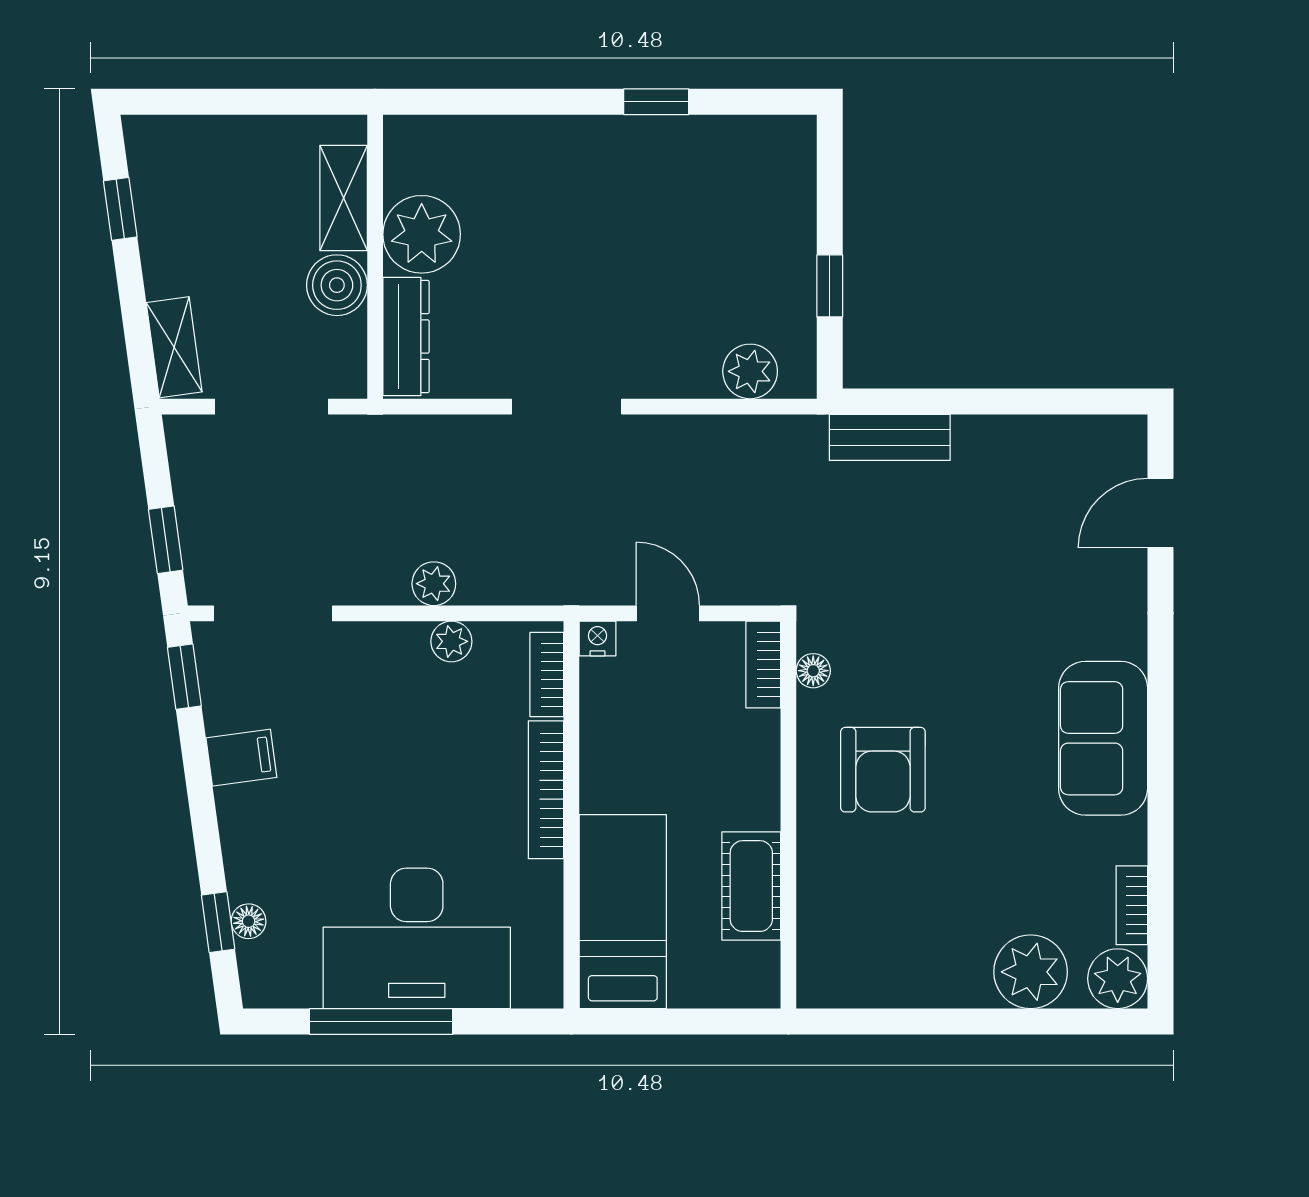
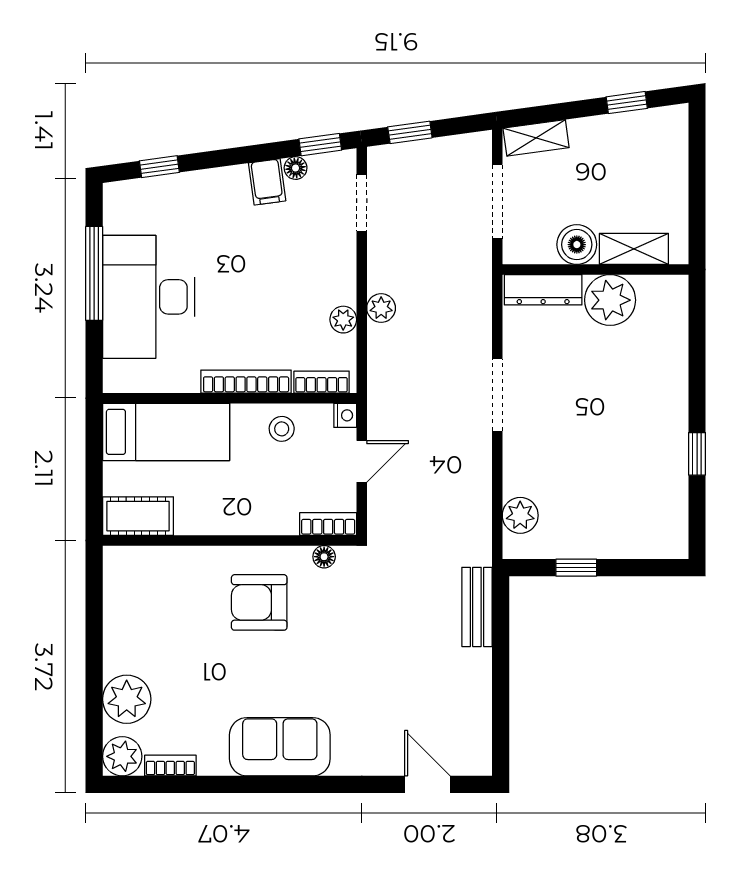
doorway: (273, 613) -> (362, 203), width x0.73
stool: (618, 735) -> (282, 429), added
cot: (751, 886) -> (138, 516), moved
floor lamp: (249, 921) -> (296, 168), moved

